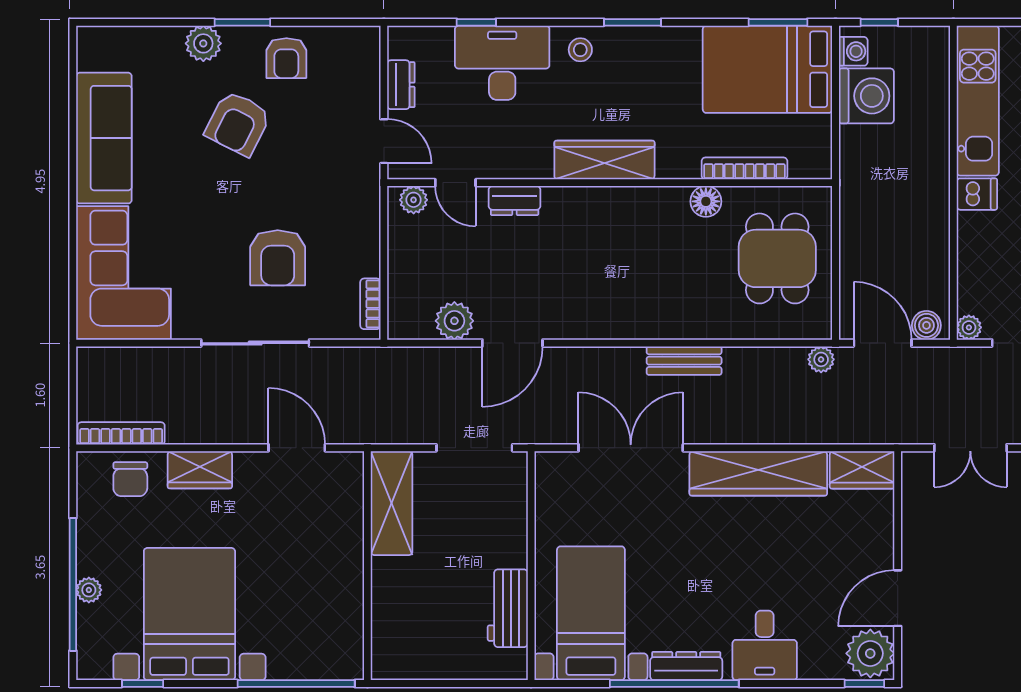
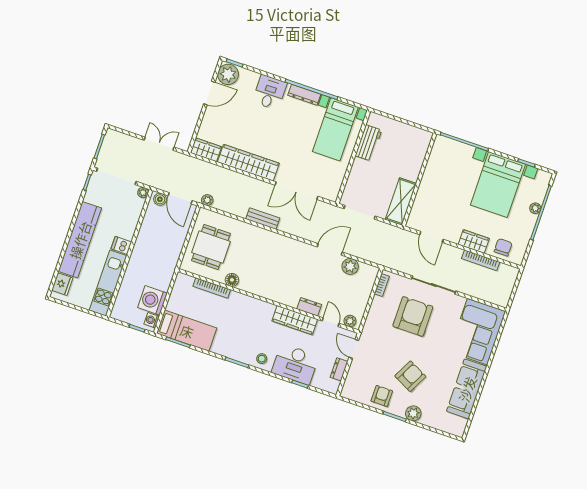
bed: (767, 69) -> (187, 331), width x0.67
wardrobe: (604, 160) -> (295, 320), moved
armchair: (278, 258) -> (413, 316), width x1.36, depth x1.36
bookcase: (121, 433) -> (481, 260), moved

